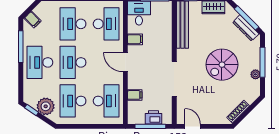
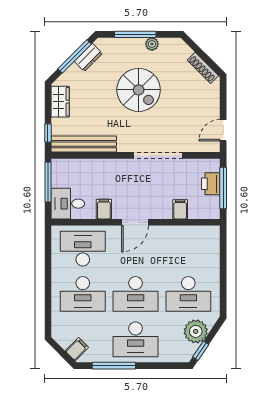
dresser: (246, 28) -> (88, 57), width x0.70
desk: (106, 101) -> (188, 249), removed

